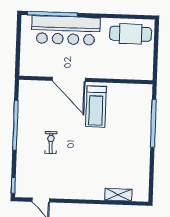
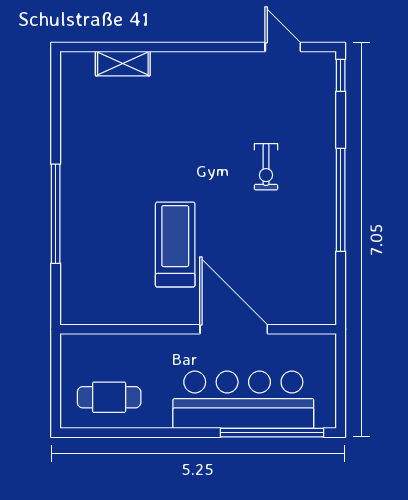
cafe table: (131, 34) -> (109, 397), width x0.73, depth x0.74
door: (69, 79) -> (234, 329), moved
wall: (86, 80) -> (198, 329), moved

